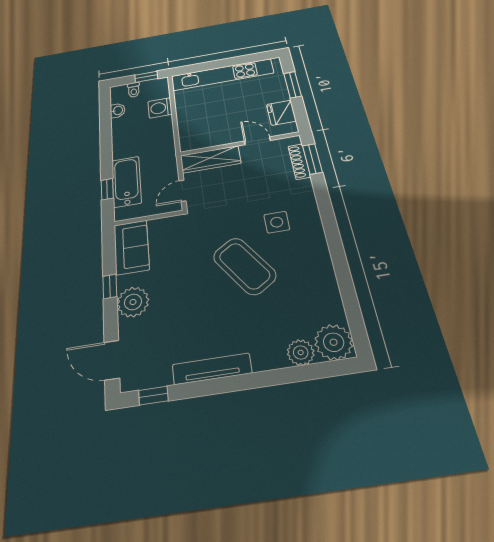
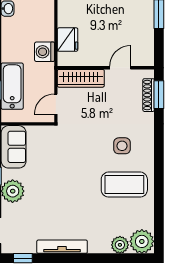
washing machine: (160, 108) -> (45, 52), moved
fridge: (281, 113) -> (68, 40), moved, turned 180
door: (257, 141) -> (120, 68), hinge flipped
coffee table: (244, 266) -> (124, 185), moved, turned -56

